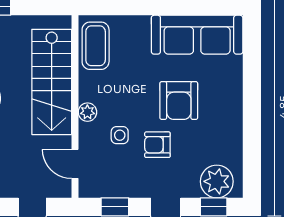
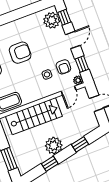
plant: (87, 112) -> (78, 80), moved
armchair: (157, 145) -> (63, 67), moved

